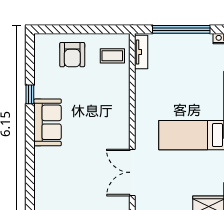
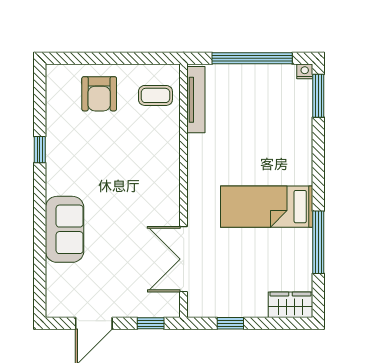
tv unit: (141, 52) -> (196, 100), width x1.41
sofa: (48, 122) -> (65, 229), moved

